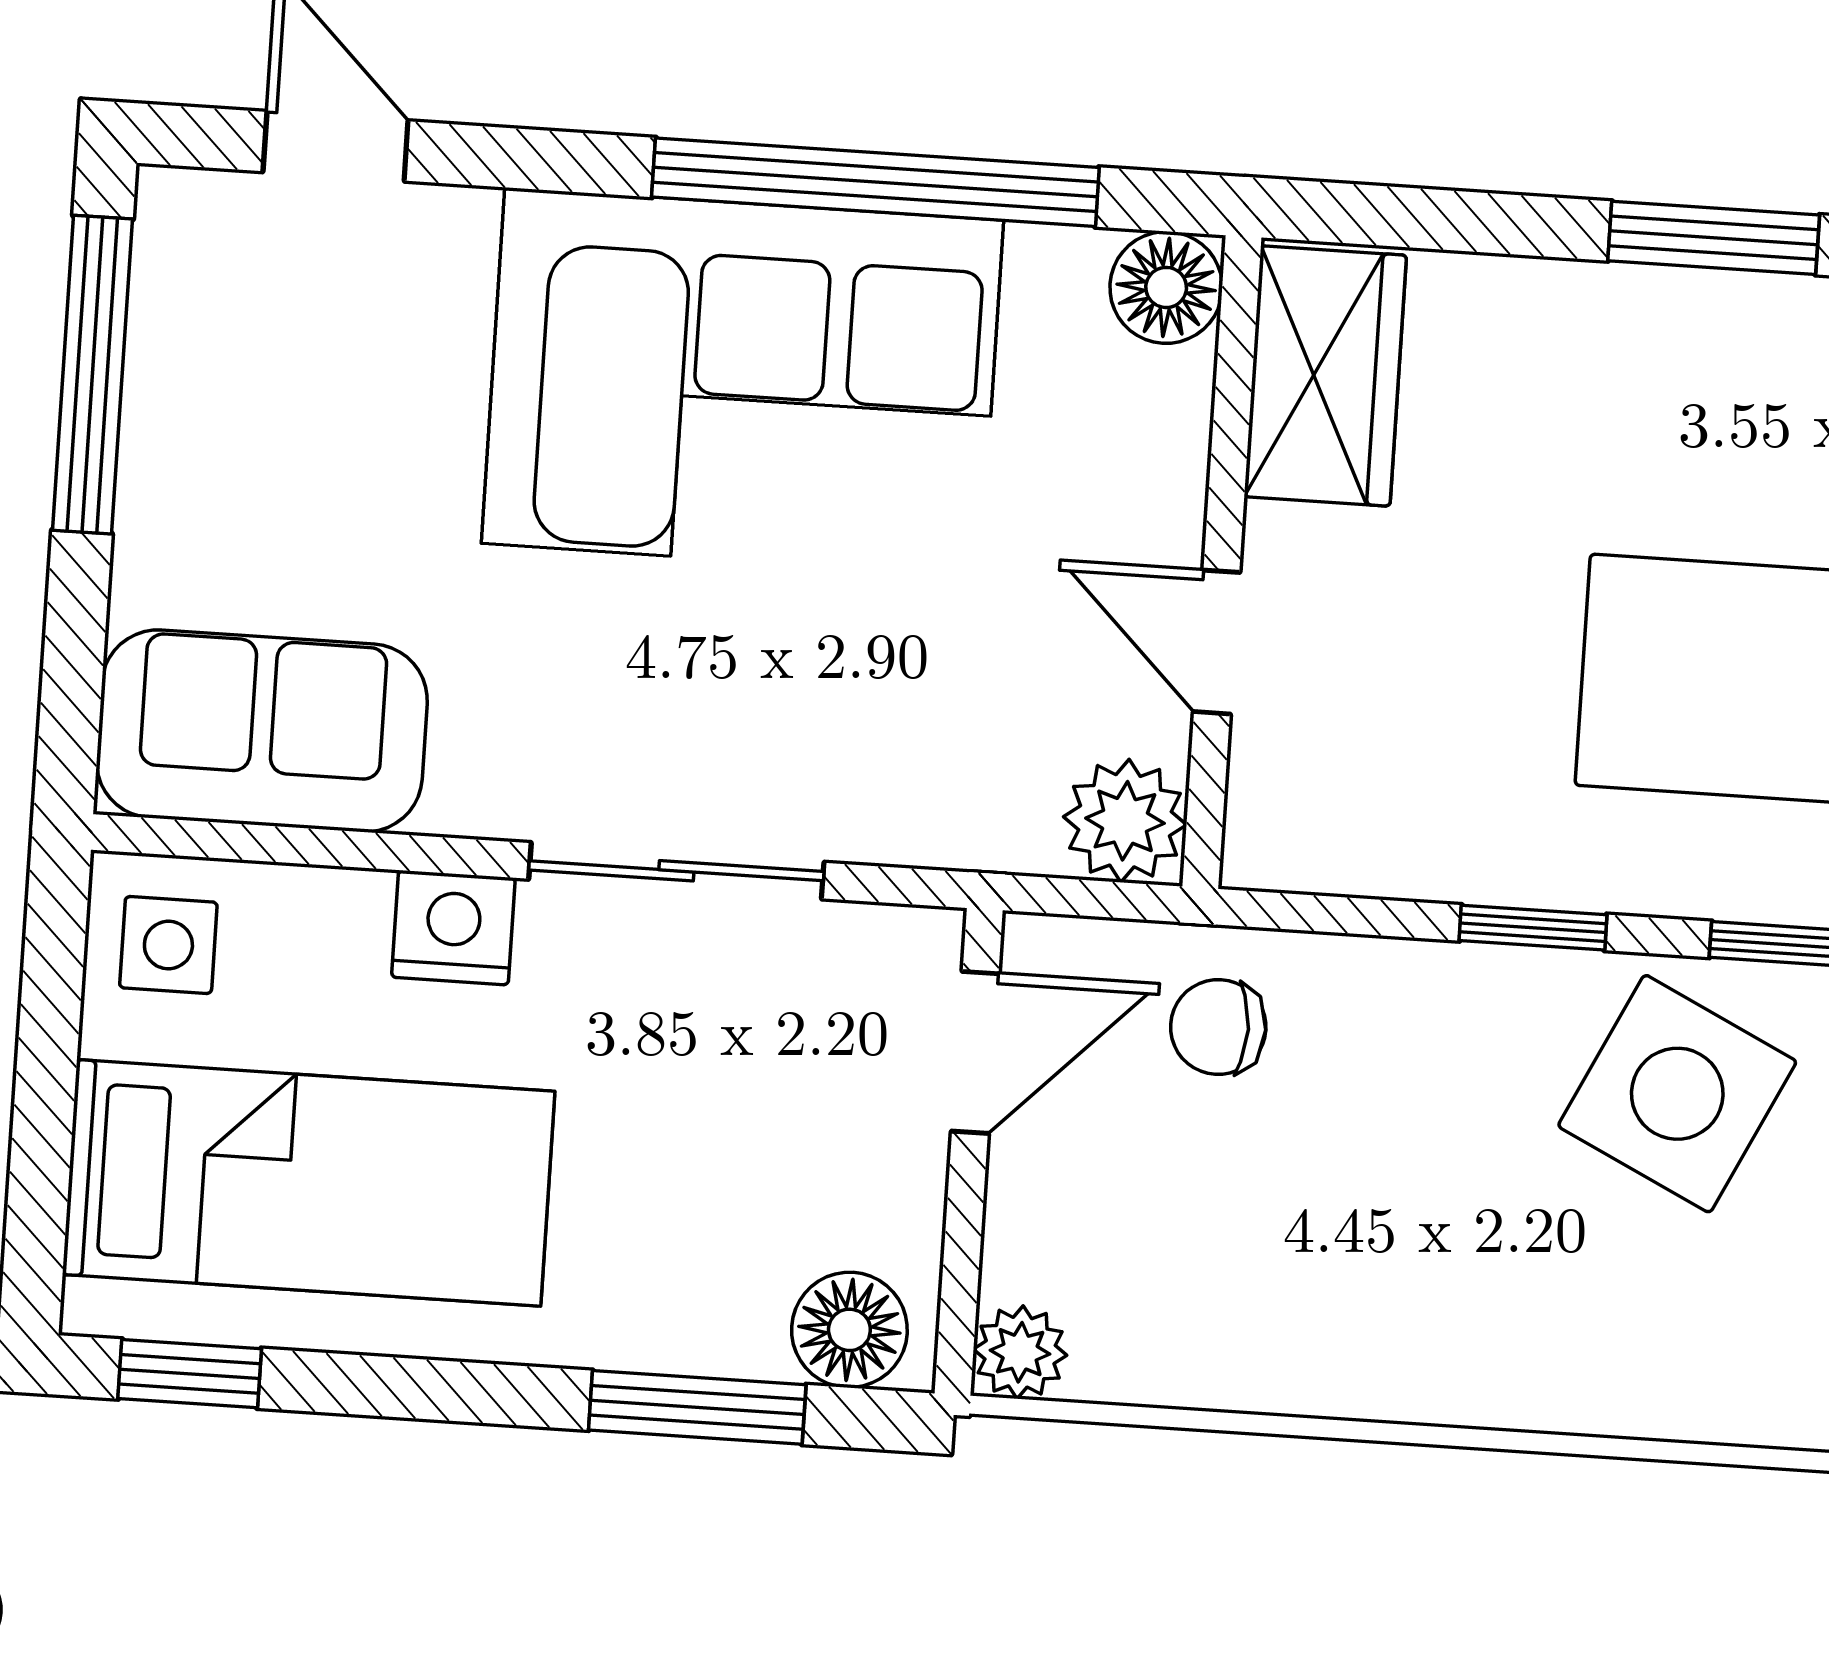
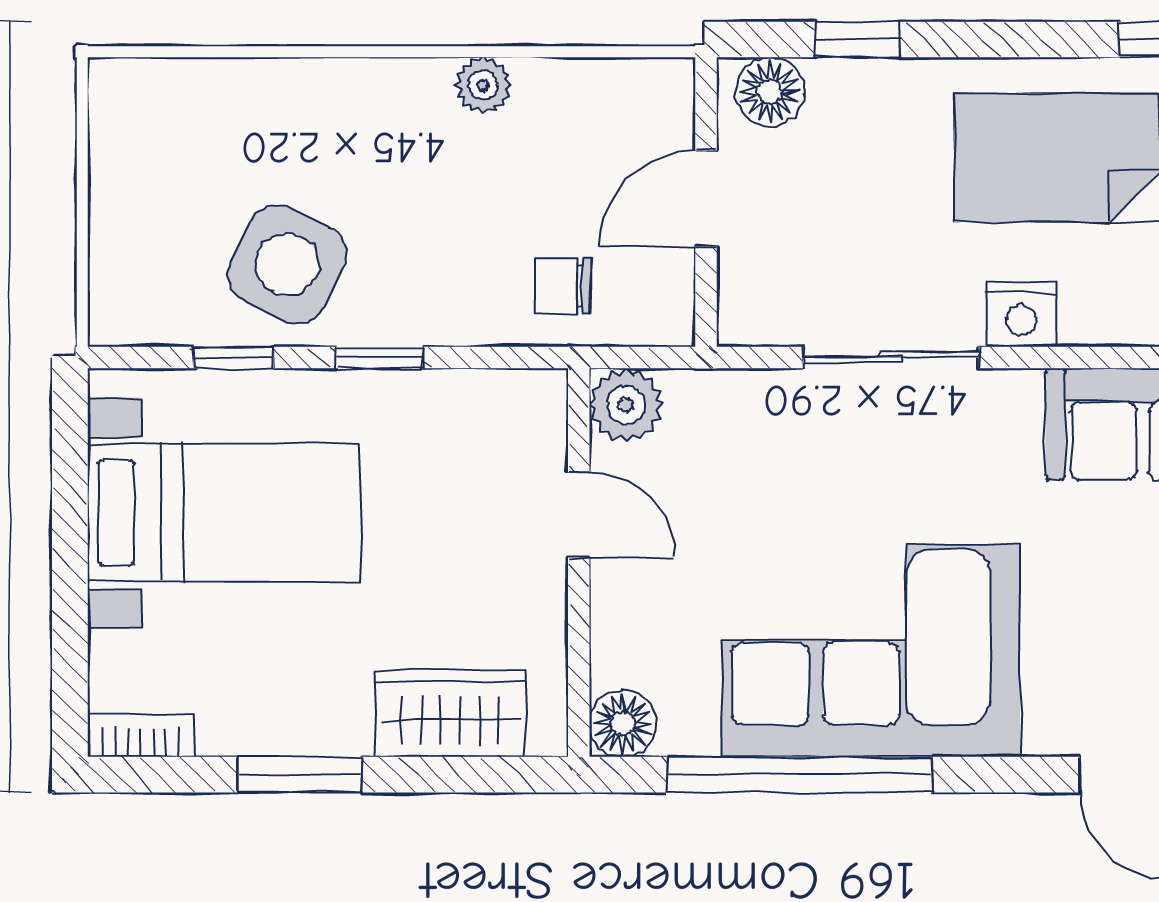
wardrobe: (1325, 376) -> (450, 713), moved, turned 90
chair: (1218, 1027) -> (563, 286), turned 180
door: (975, 1052) -> (706, 199), moved
plant: (1020, 1352) -> (483, 85), moved
window: (697, 1407) -> (857, 39), width x0.67

